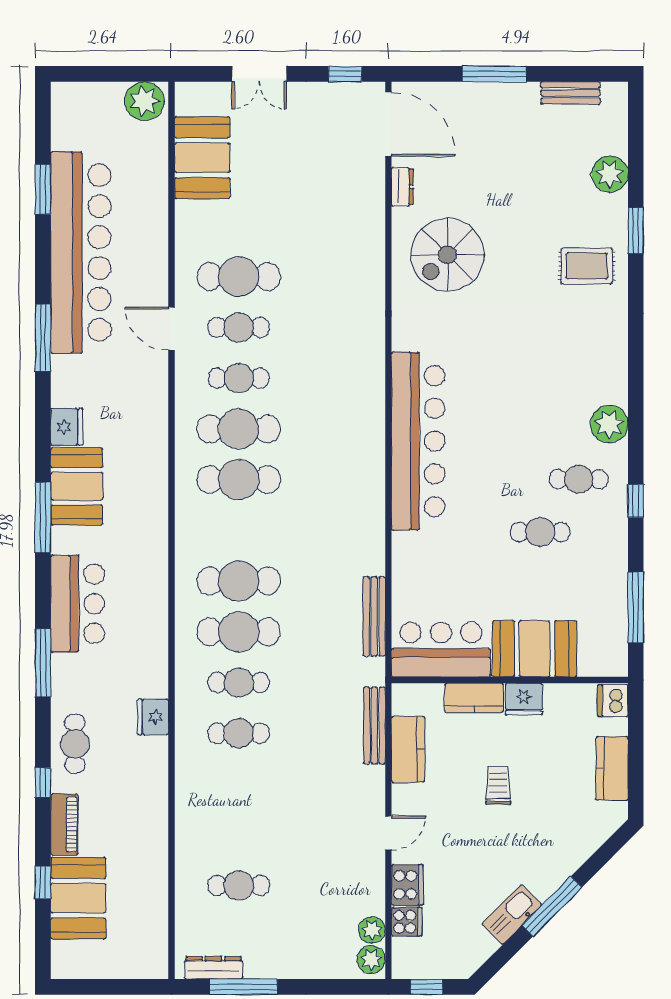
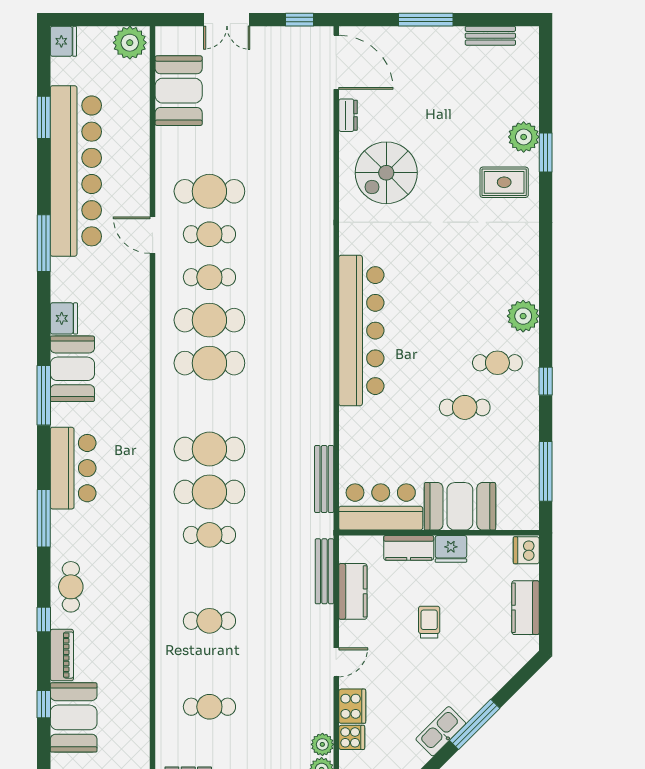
plant: (610, 174) -> (524, 137), moved
fridge: (153, 717) -> (63, 41), moved, turned 180
cafe table: (239, 733) -> (209, 621), moved

